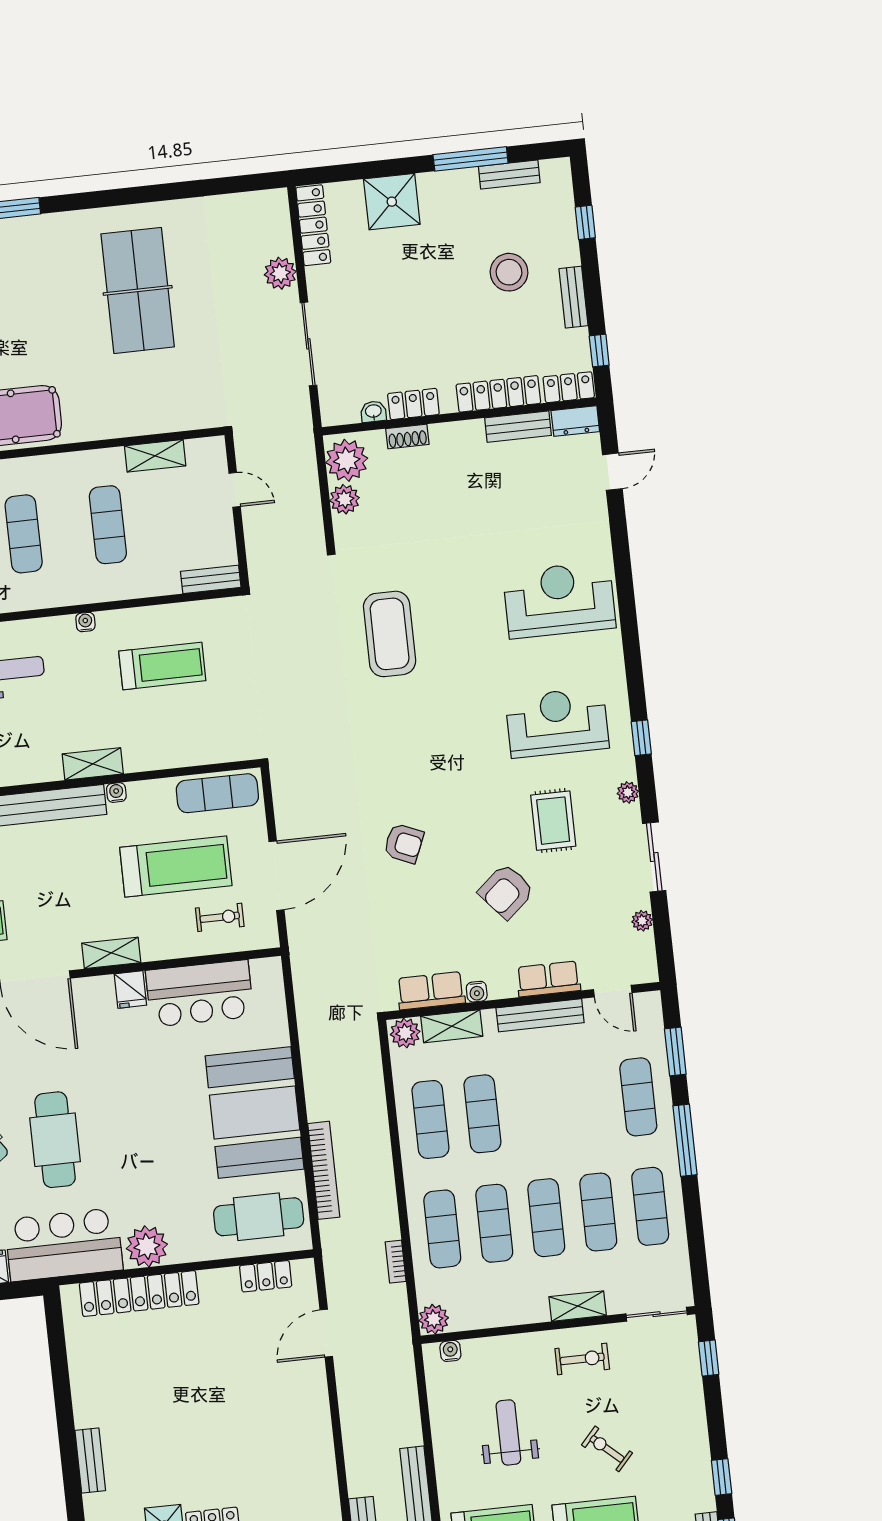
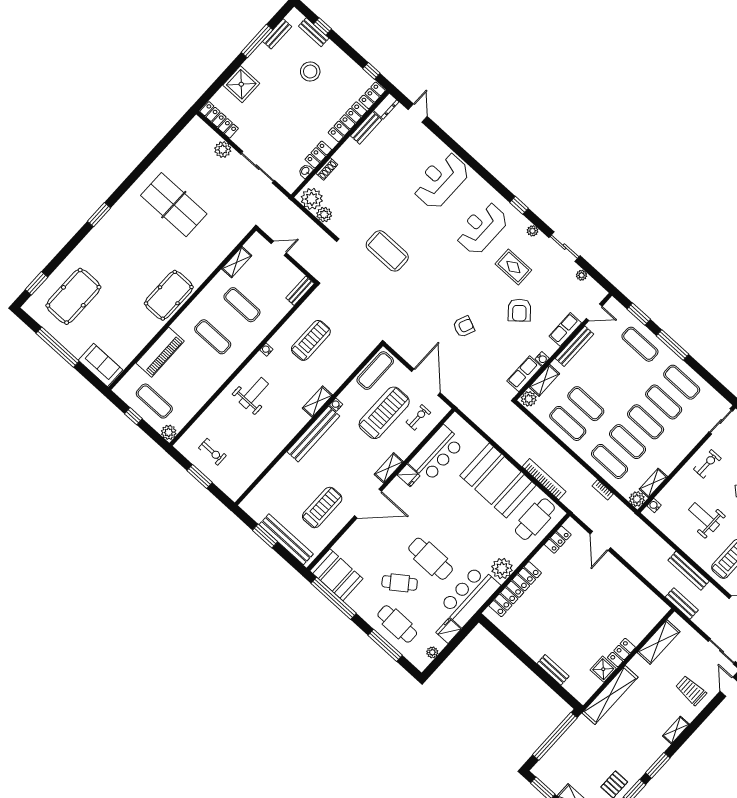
bench: (574, 297) -> (314, 32), moved
shelving: (578, 1306) -> (653, 483), moved

